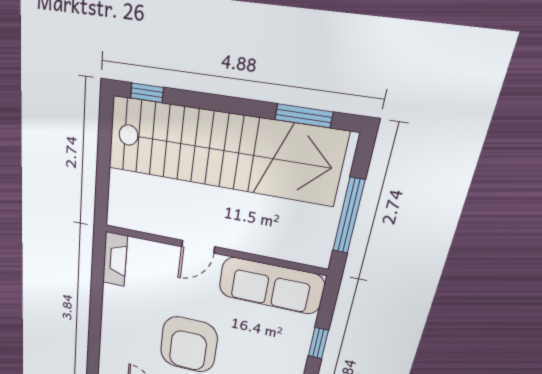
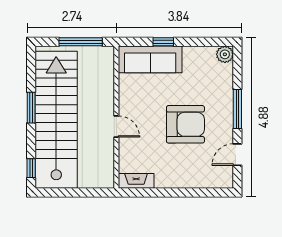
window: (304, 116) -> (31, 108), moved
sofa: (271, 286) -> (150, 59), moved, turned 90

